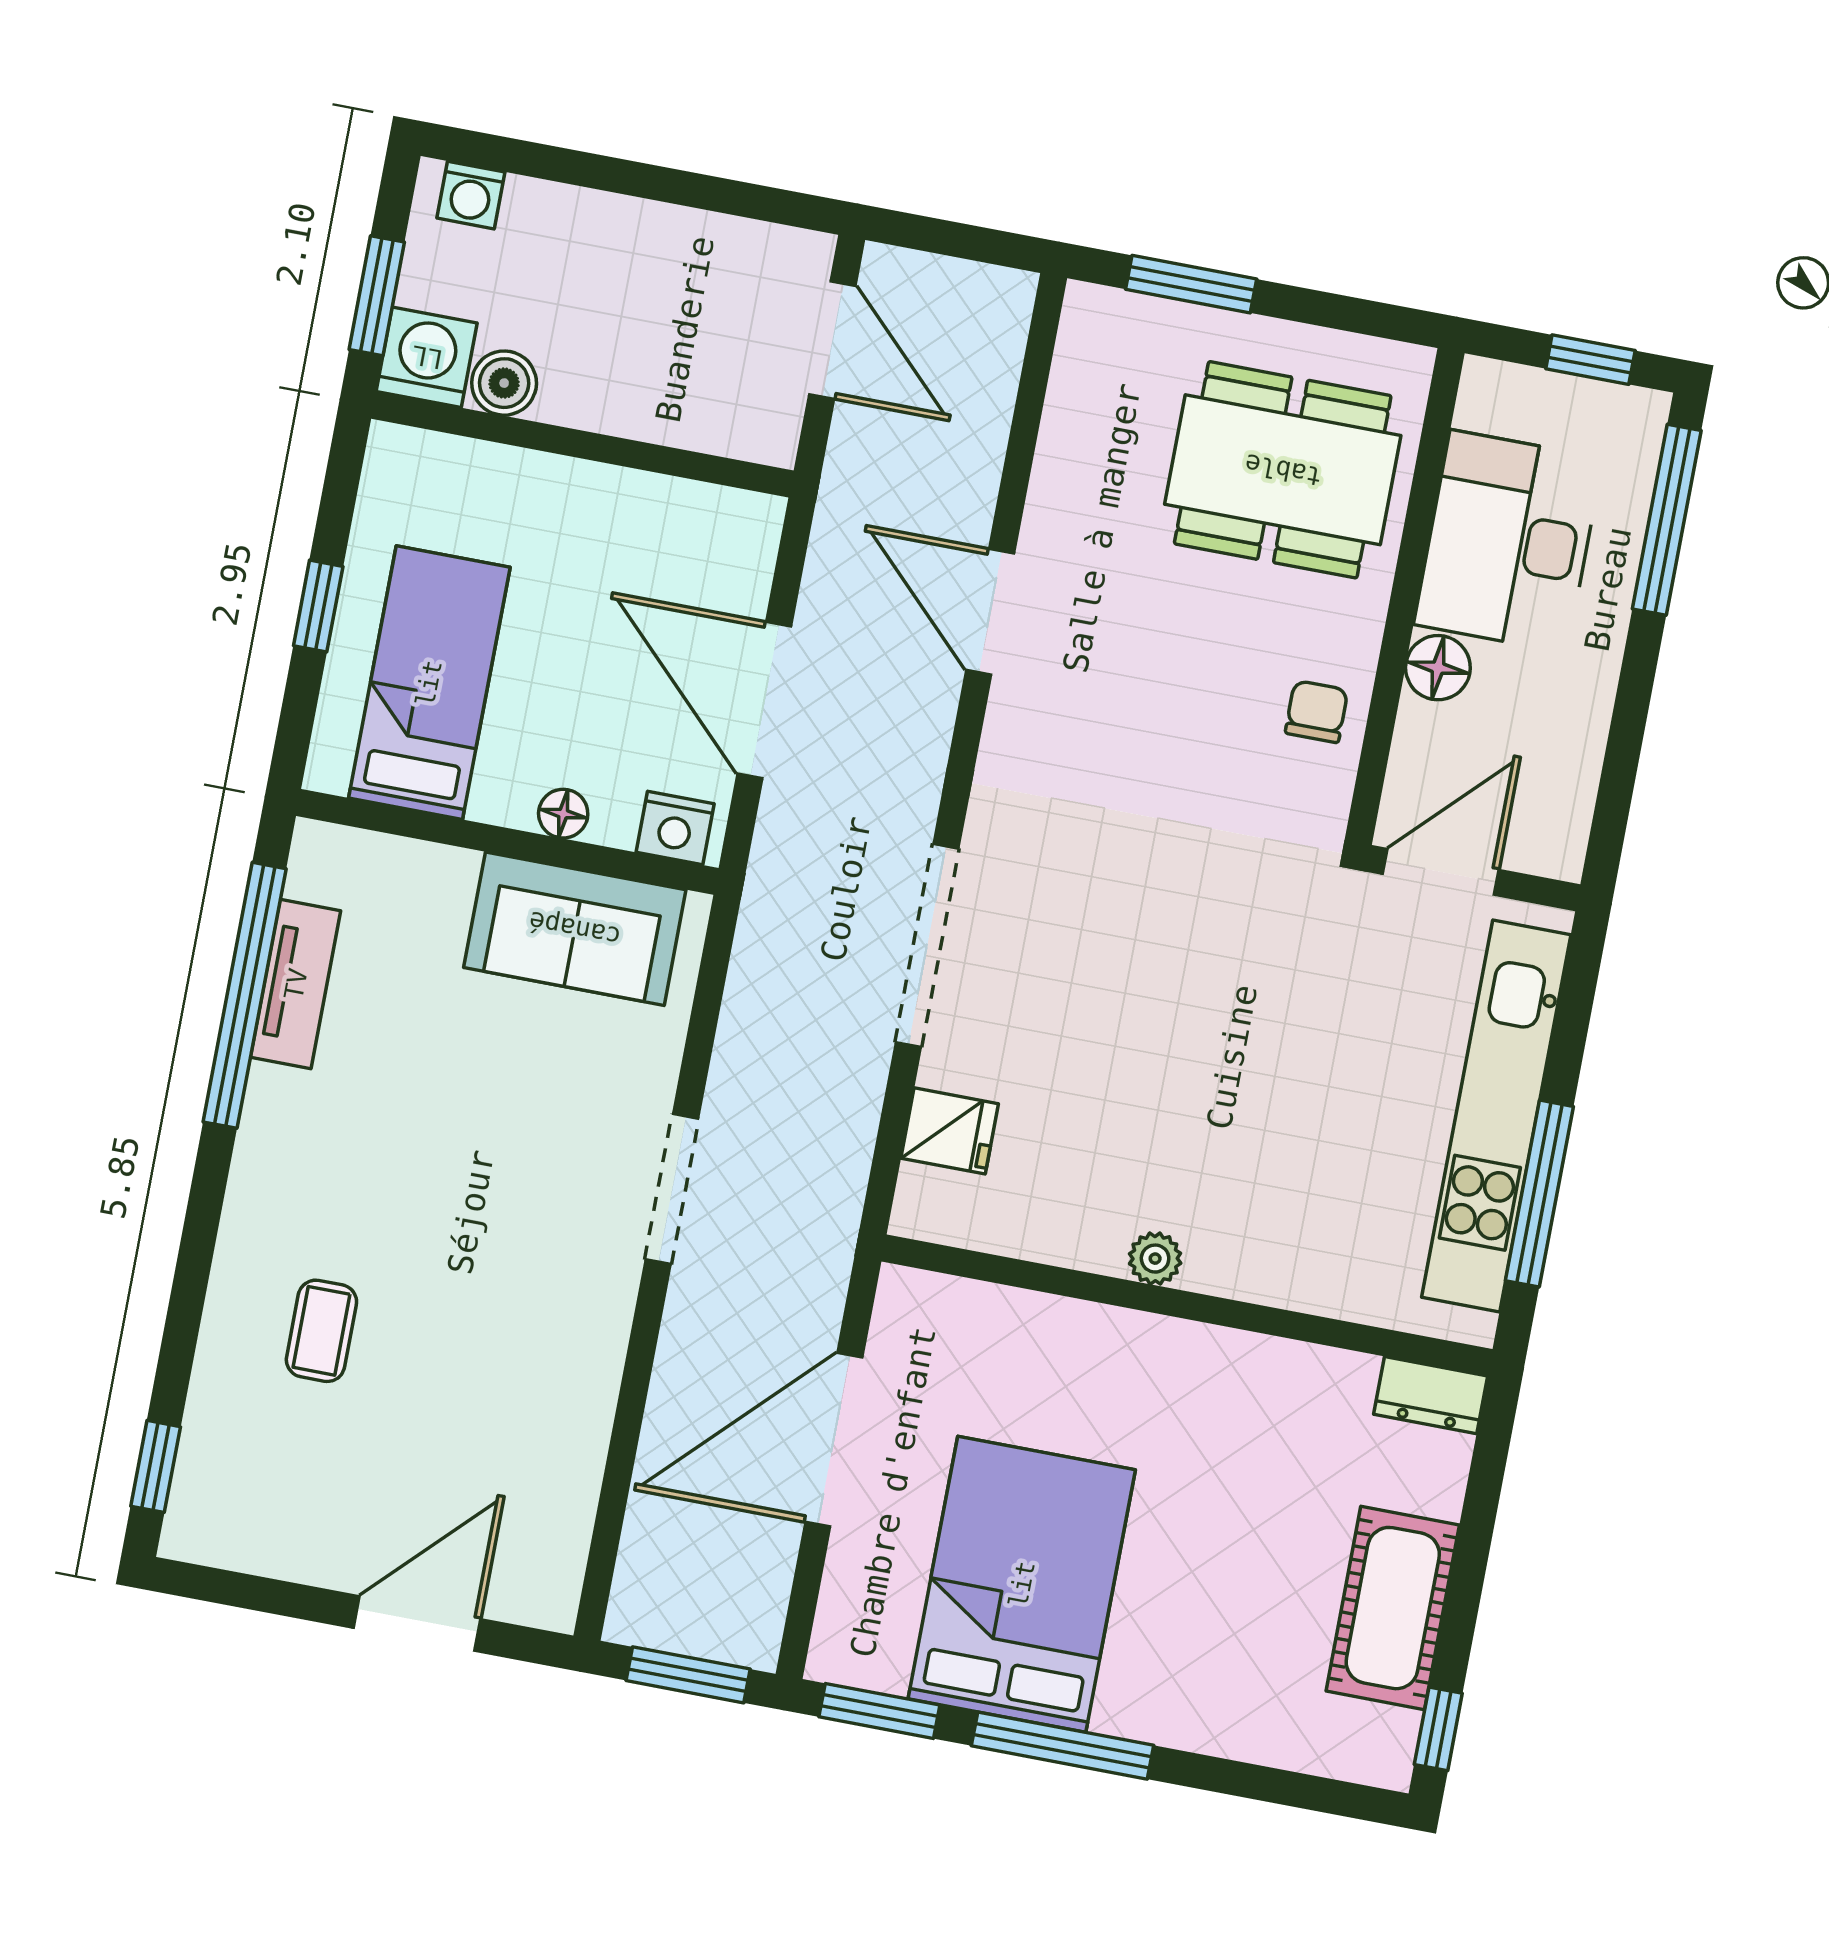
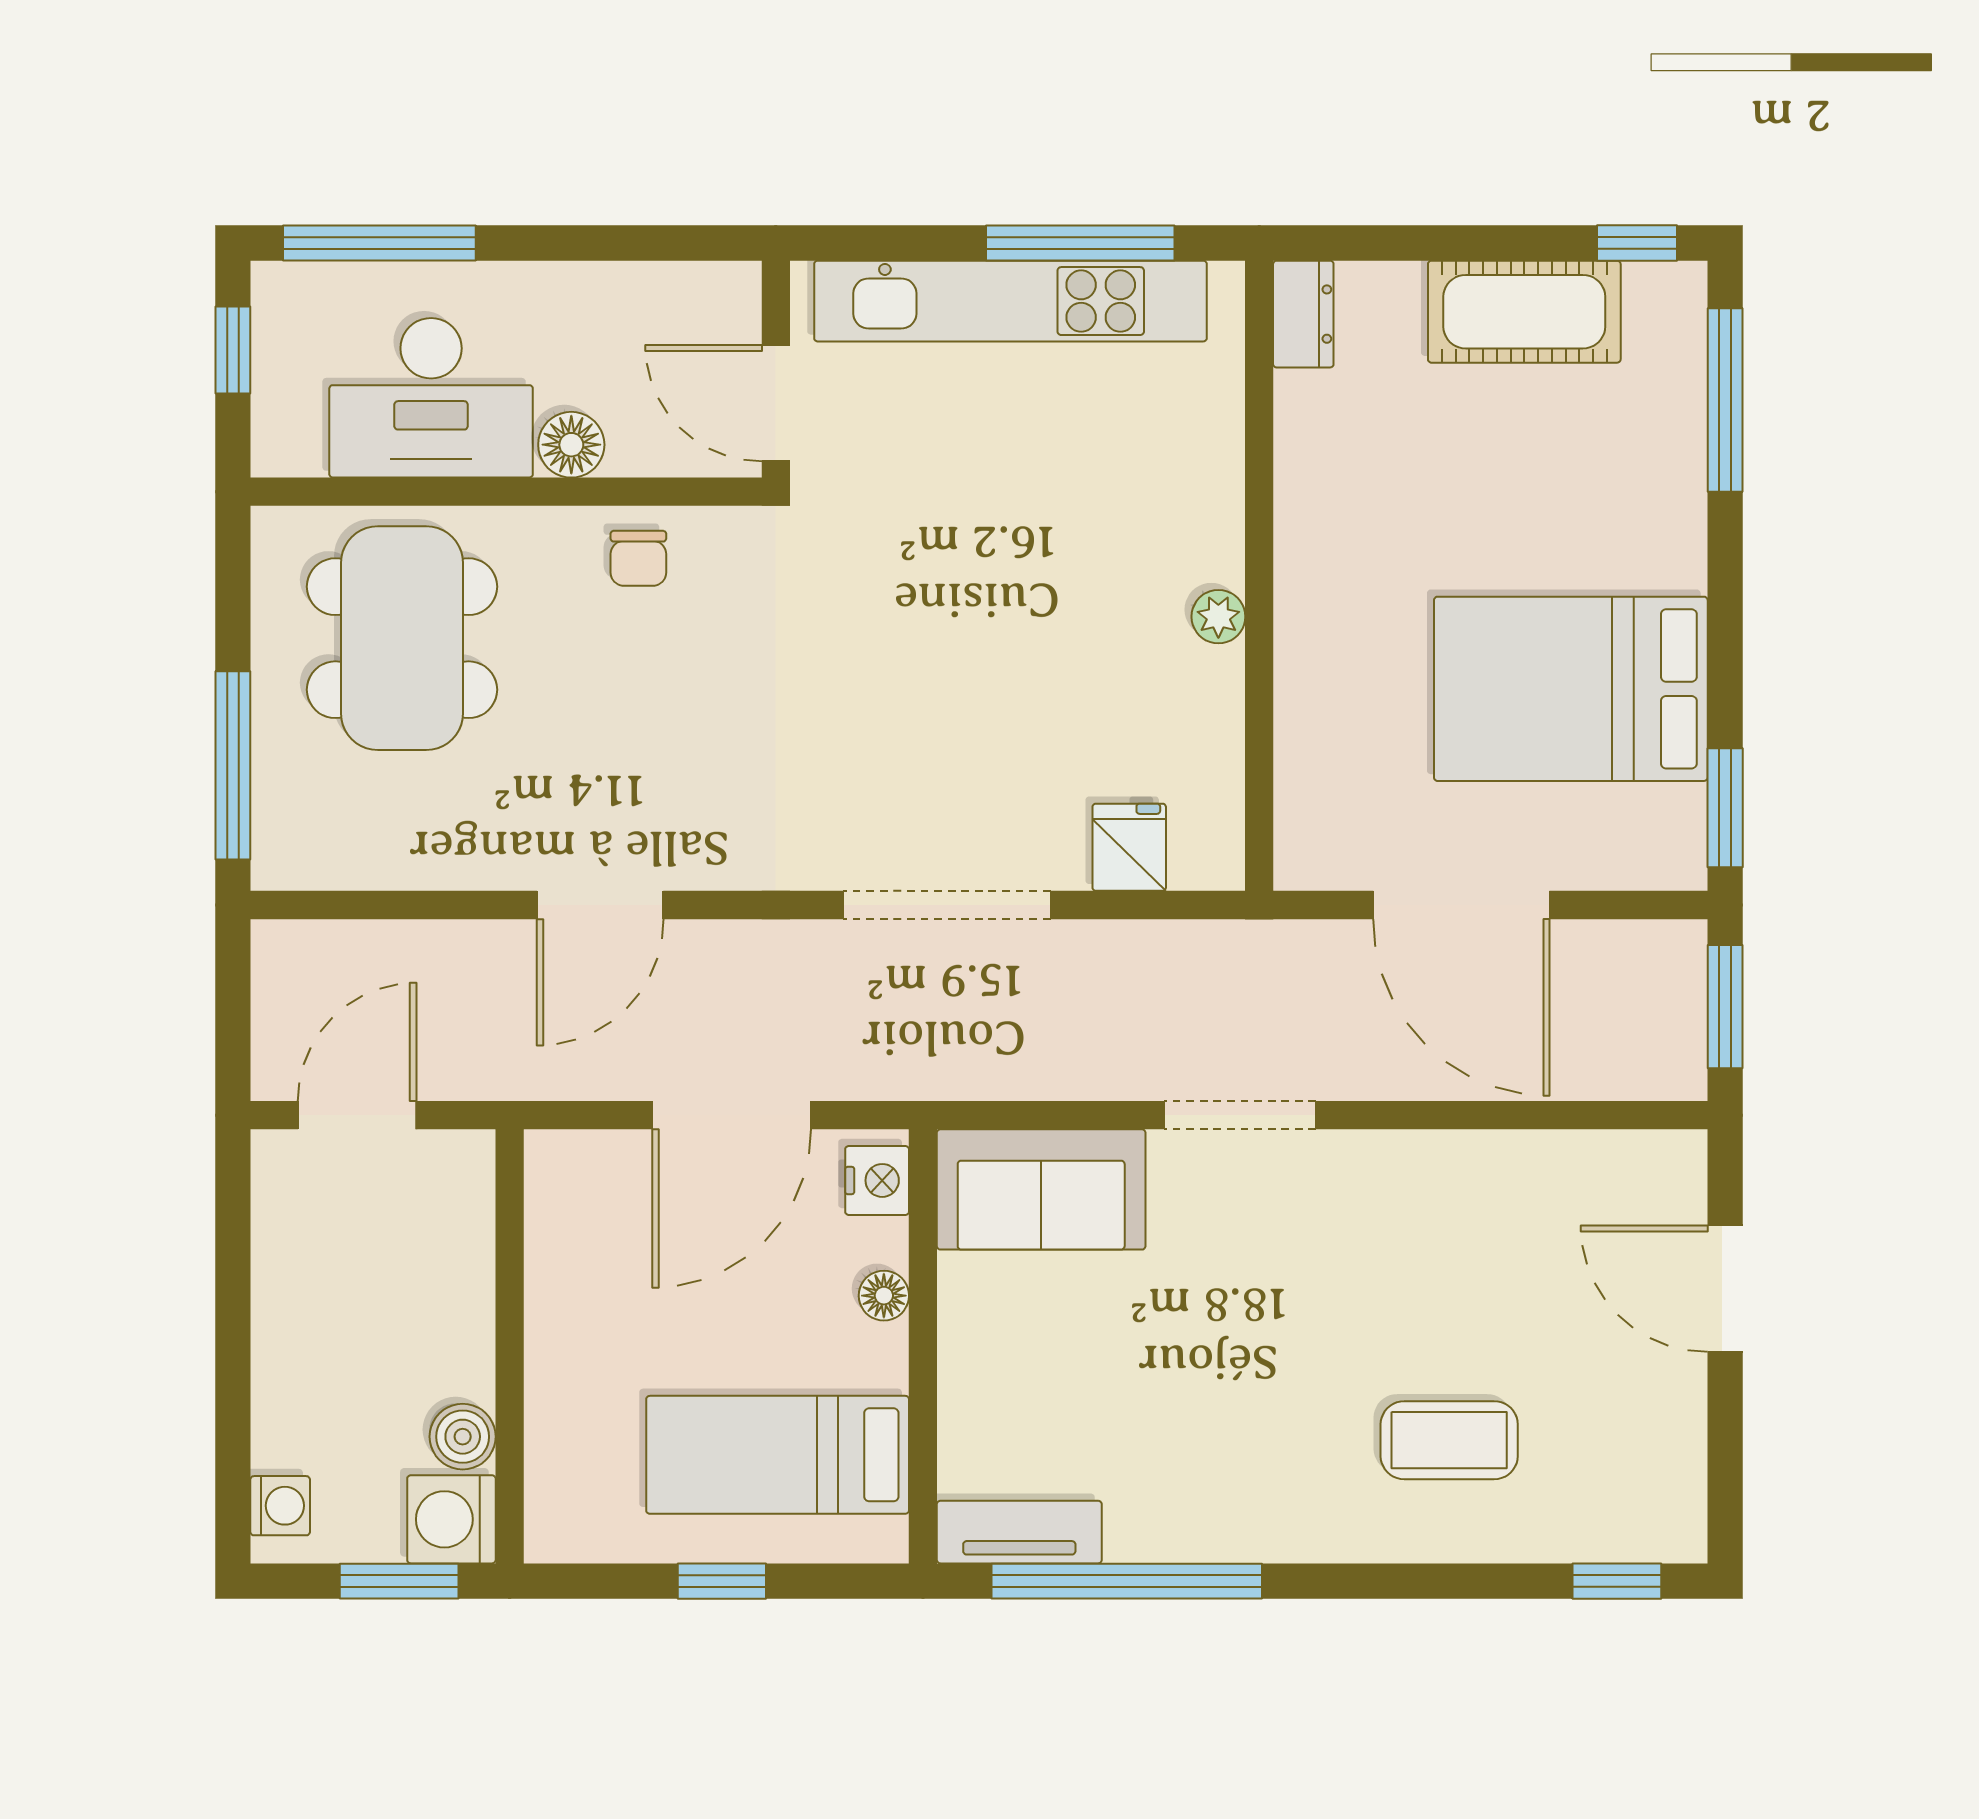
window: (1191, 284) -> (233, 765), width x1.44
chair: (1317, 712) -> (638, 558), turned -90
sofa: (575, 929) -> (1041, 1189), moved, turned 90
tv unit: (296, 984) -> (1019, 1532), moved
coffee table: (321, 1331) -> (1449, 1440), width x1.36, depth x1.30
window: (1062, 1746) -> (1725, 400), moved

